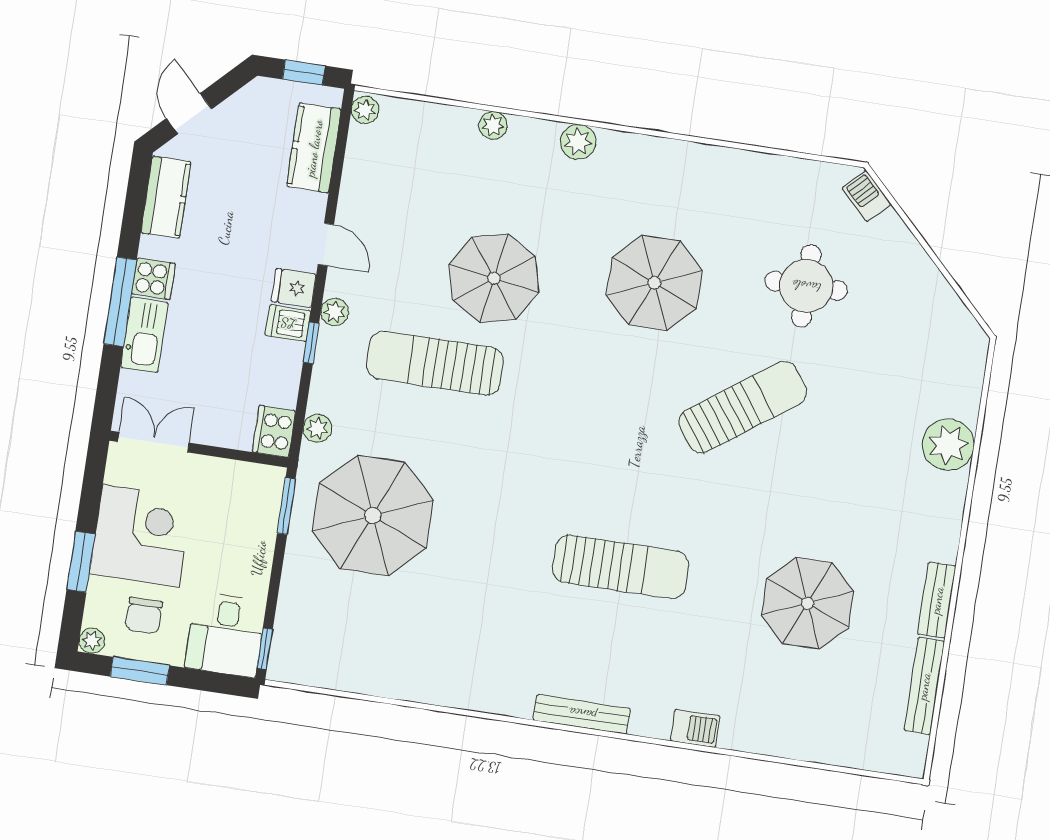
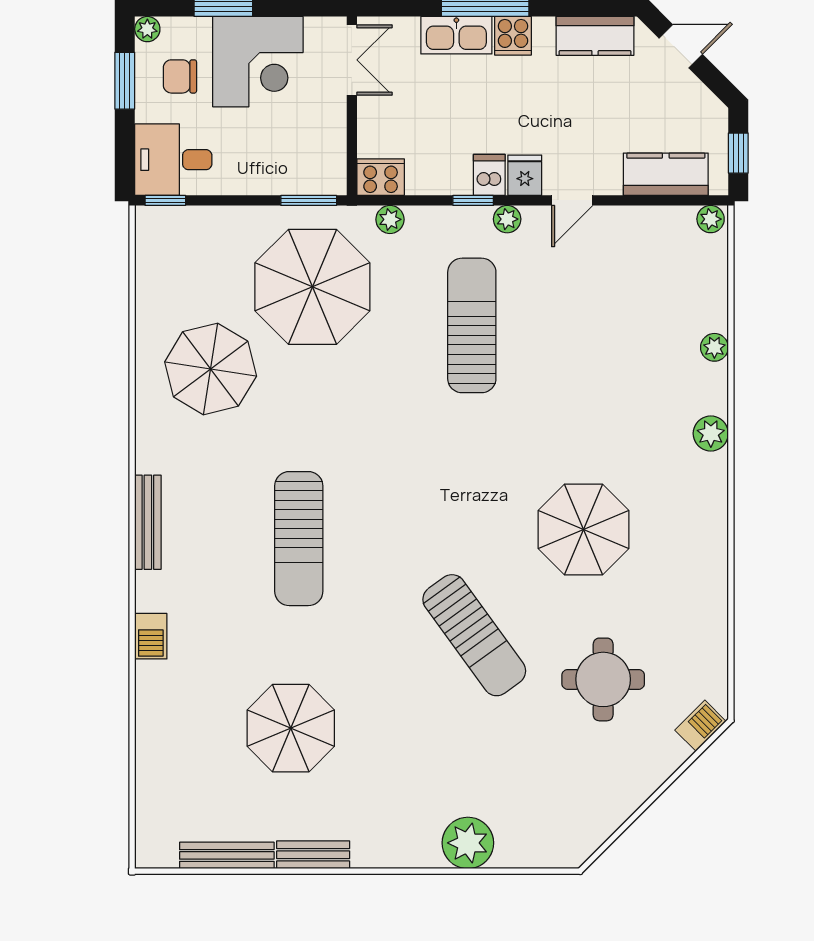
parasol: (494, 278) -> (211, 369), moved

